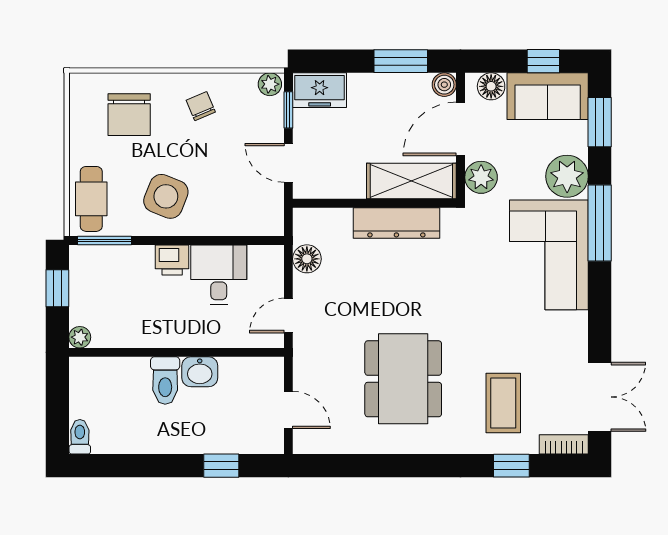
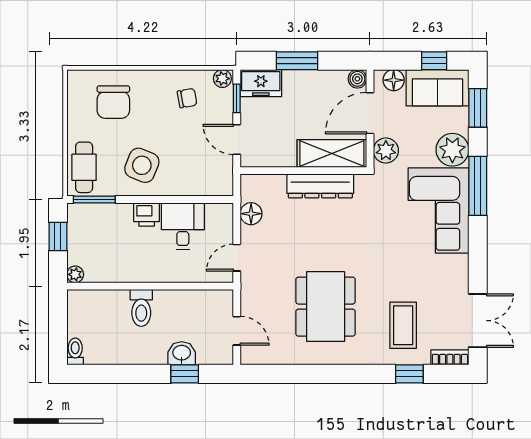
window: (401, 61) -> (297, 61), moved
chair: (201, 106) -> (187, 98), moved, turned 103
washbasin: (200, 372) -> (182, 353), moved, turned 180

